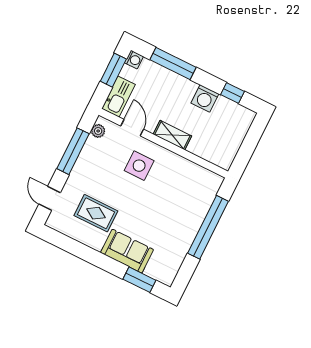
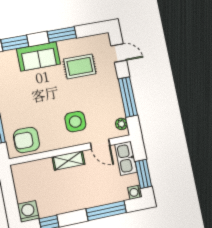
washing machine: (205, 98) -> (28, 211), moved
armchair: (196, 183) -> (26, 140), added
window: (90, 255) -> (62, 35), added

